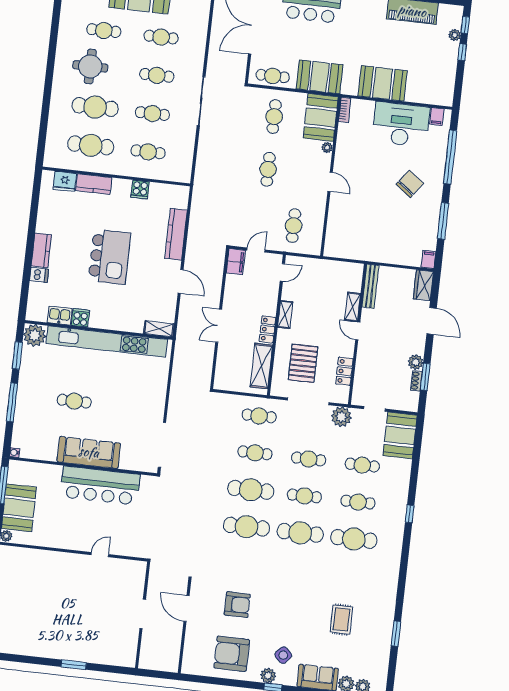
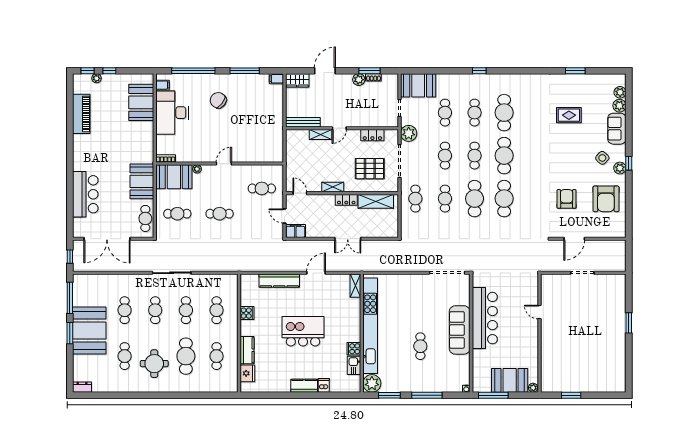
booth: (383, 83) -> (141, 102), moved
cafe table: (91, 145) -> (217, 356), width x0.73, depth x0.74

